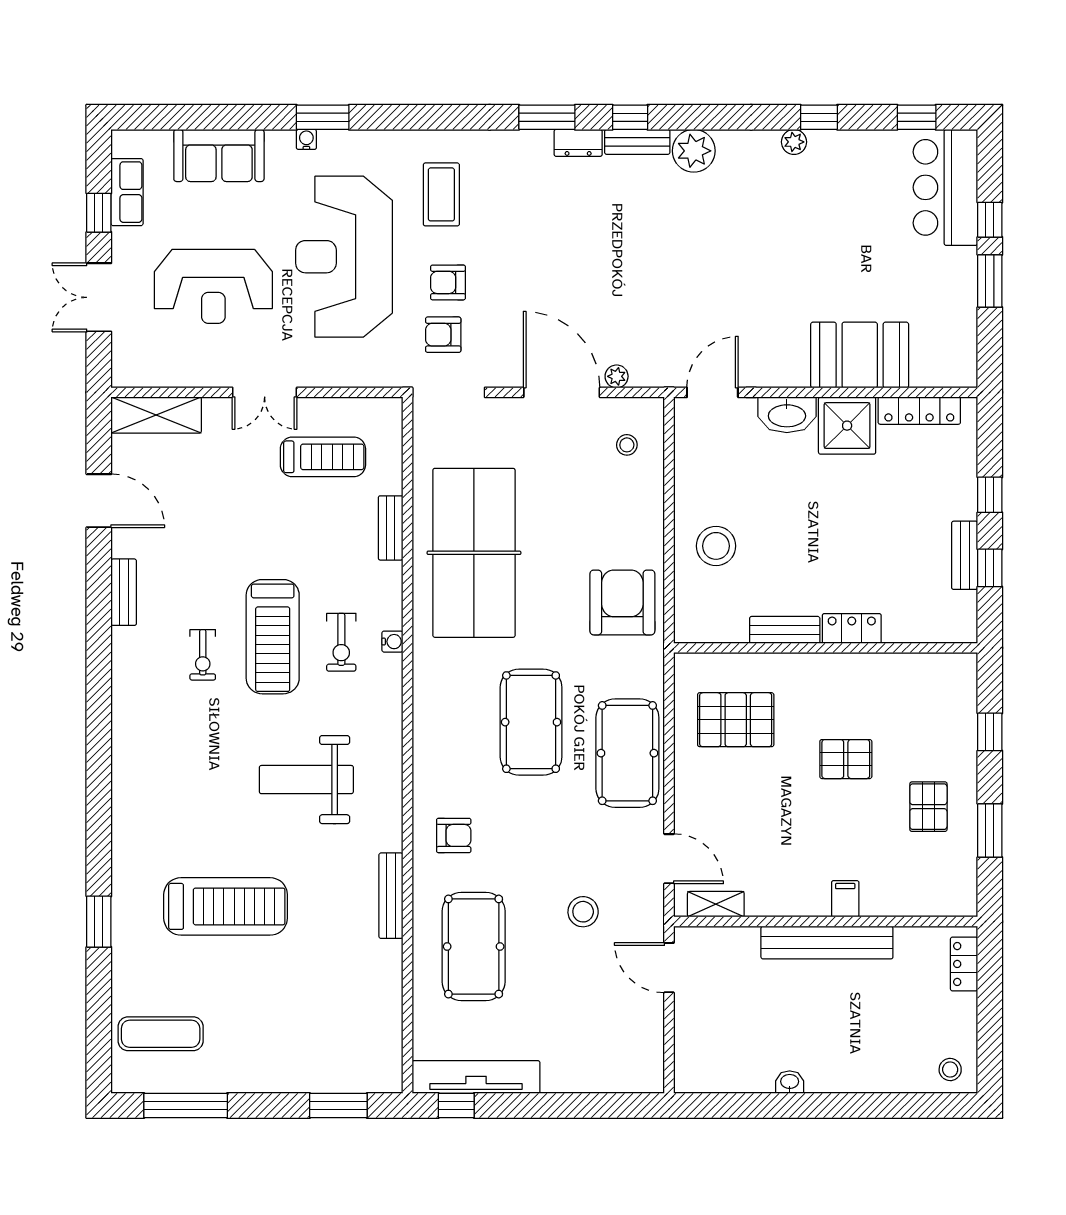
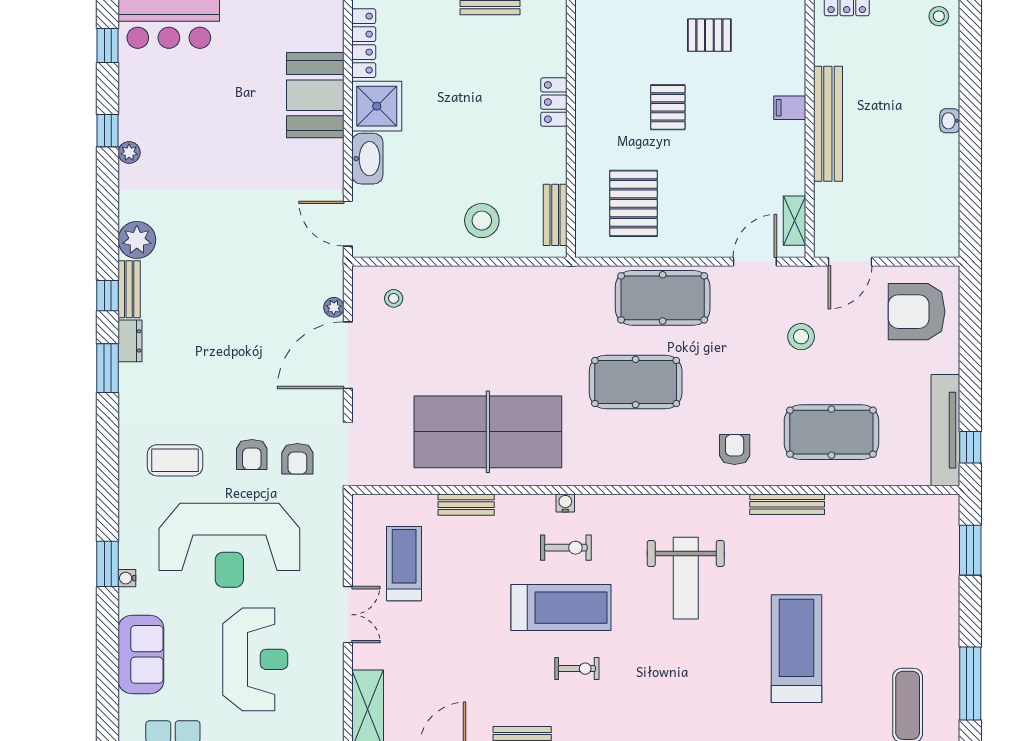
armchair: (622, 602) -> (917, 312), moved
bench: (785, 630) -> (555, 215), moved
washbasin: (790, 1082) -> (950, 121), moved

